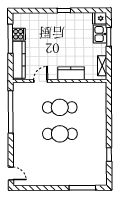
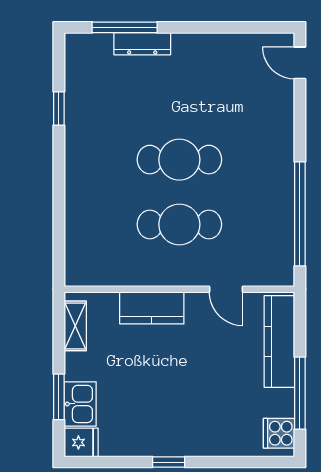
cooker: (19, 34) -> (279, 433), moved
door: (41, 81) -> (226, 289), hinge flipped
dresser: (75, 181) -> (142, 44), added

